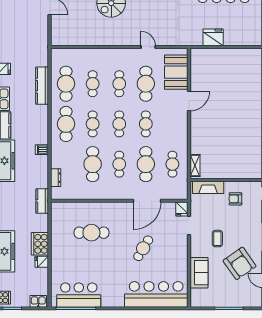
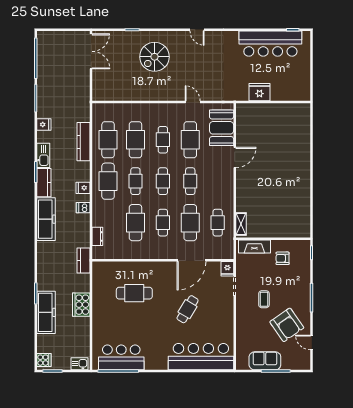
cafe table: (93, 84) -> (135, 140), width x1.37, depth x1.35
fridge: (42, 262) -> (83, 188), moved
sofa: (199, 273) -> (265, 361), moved, turned -90

